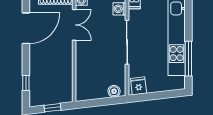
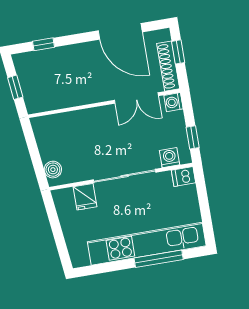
window: (188, 59) -> (159, 259), moved
fridge: (139, 86) -> (85, 197), moved, turned 97

